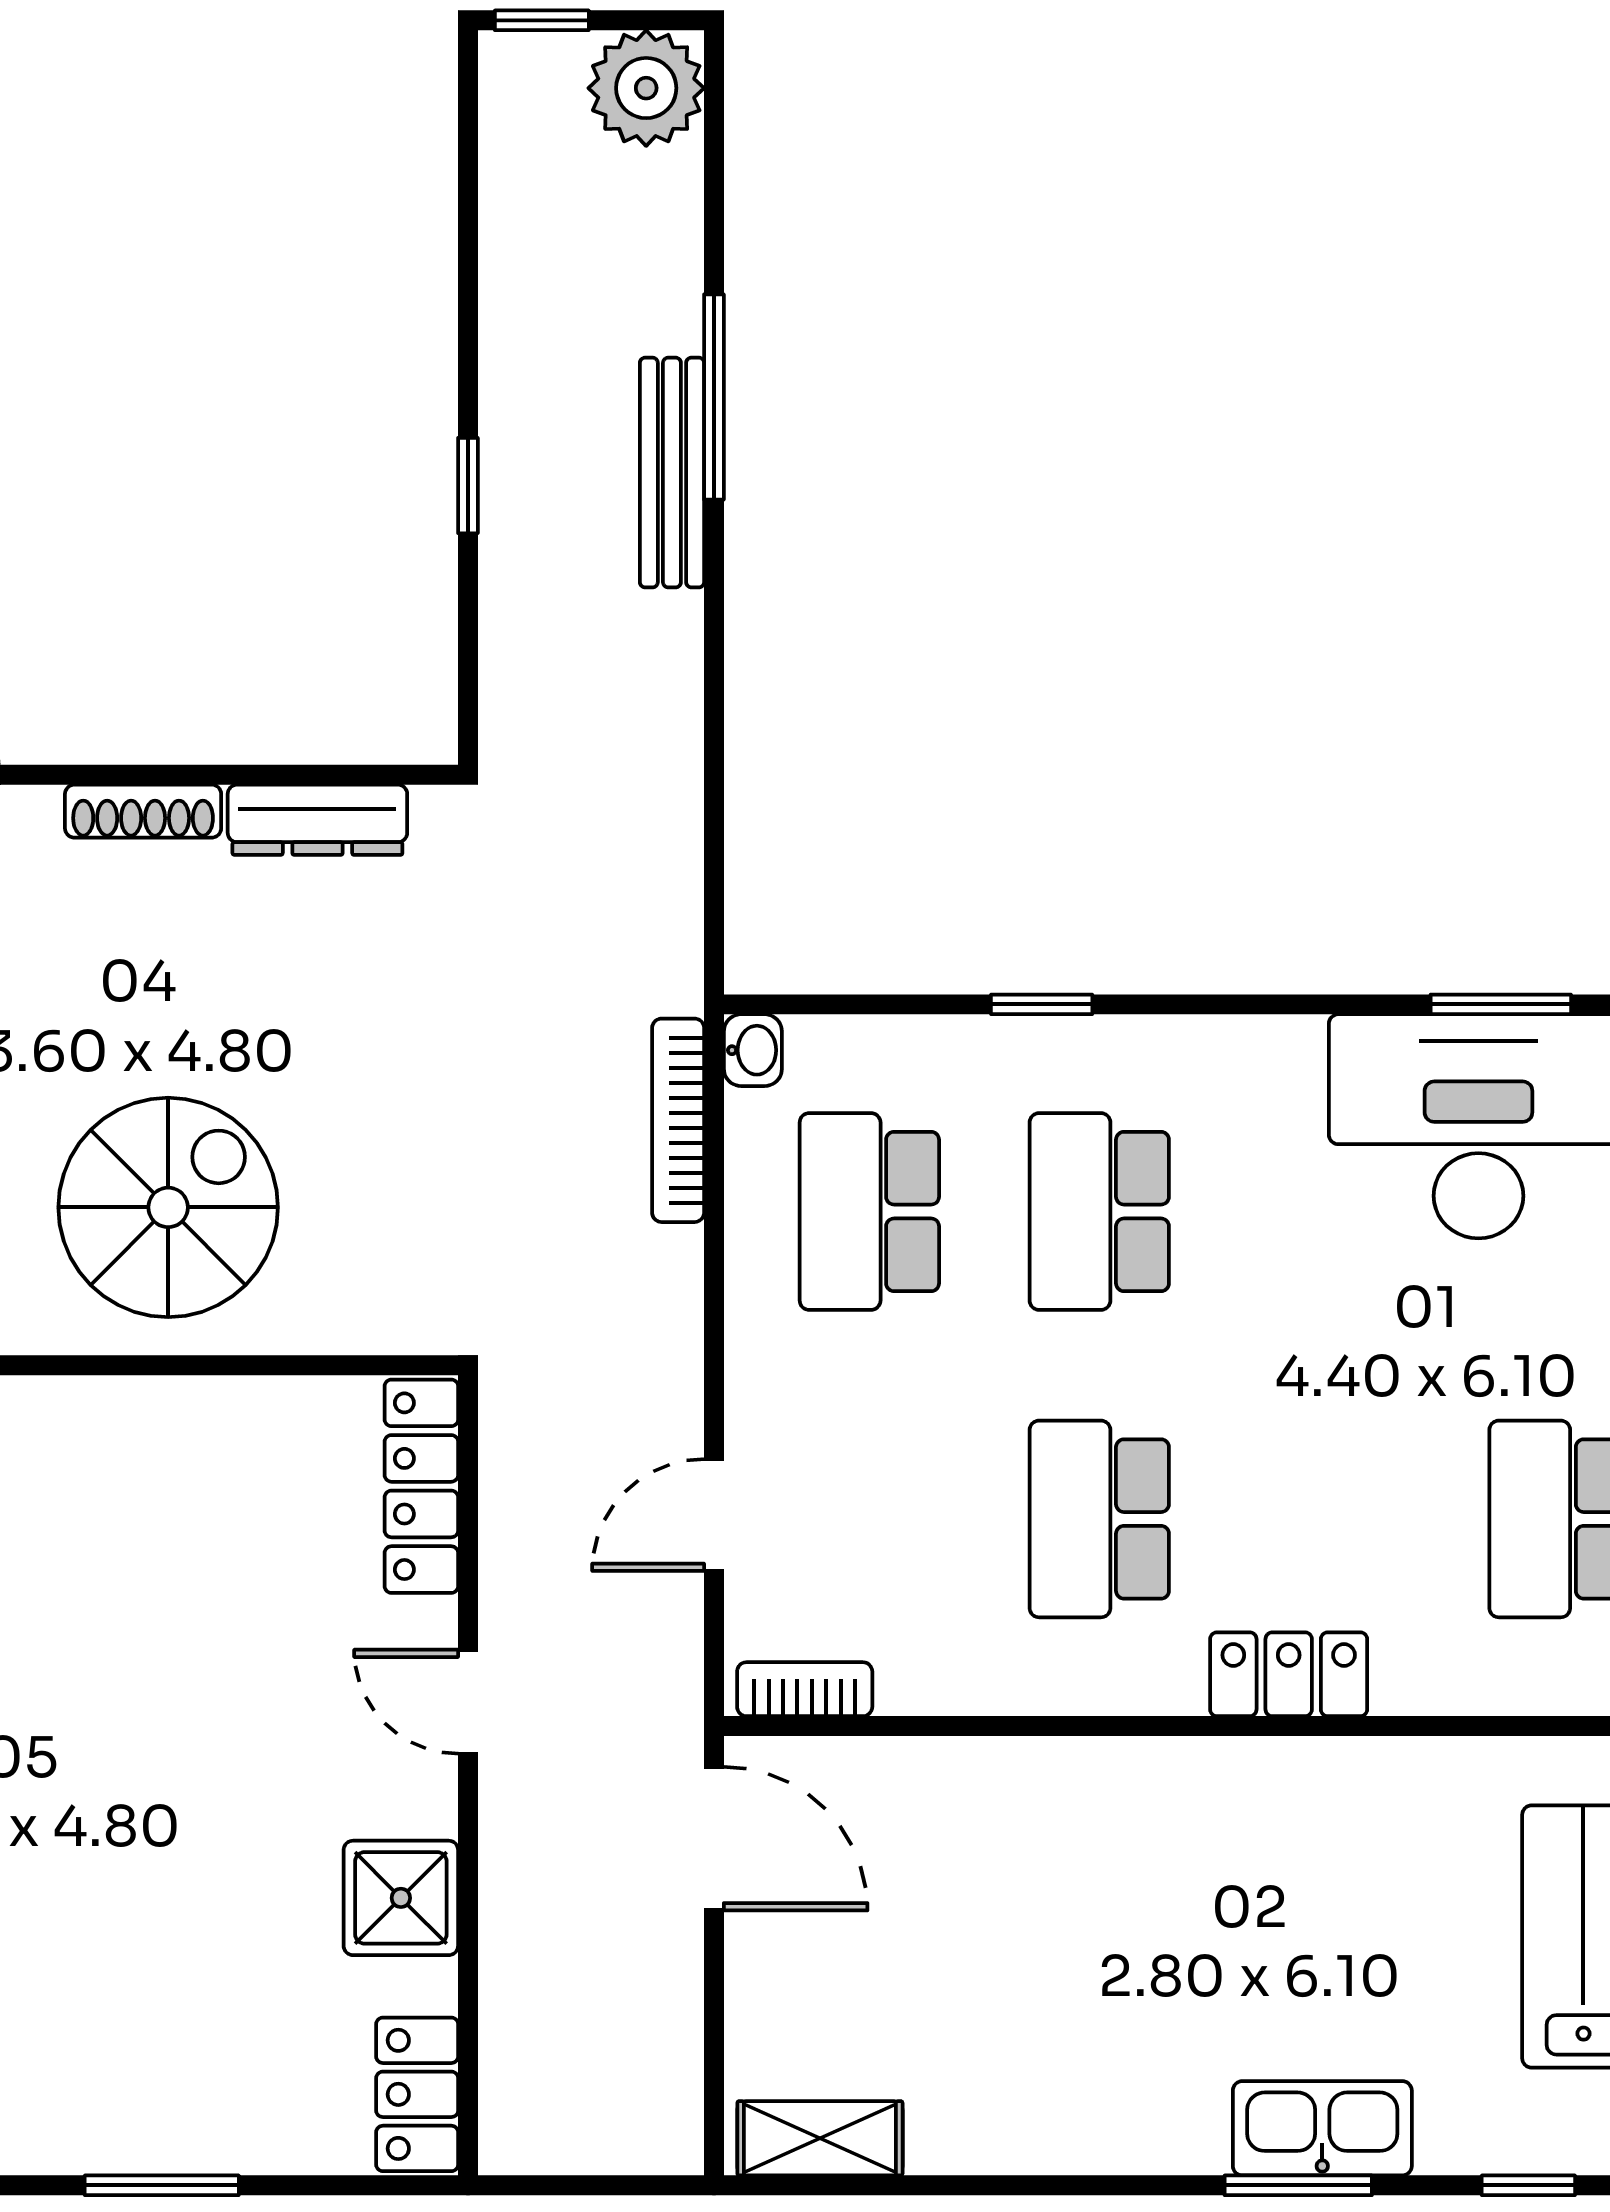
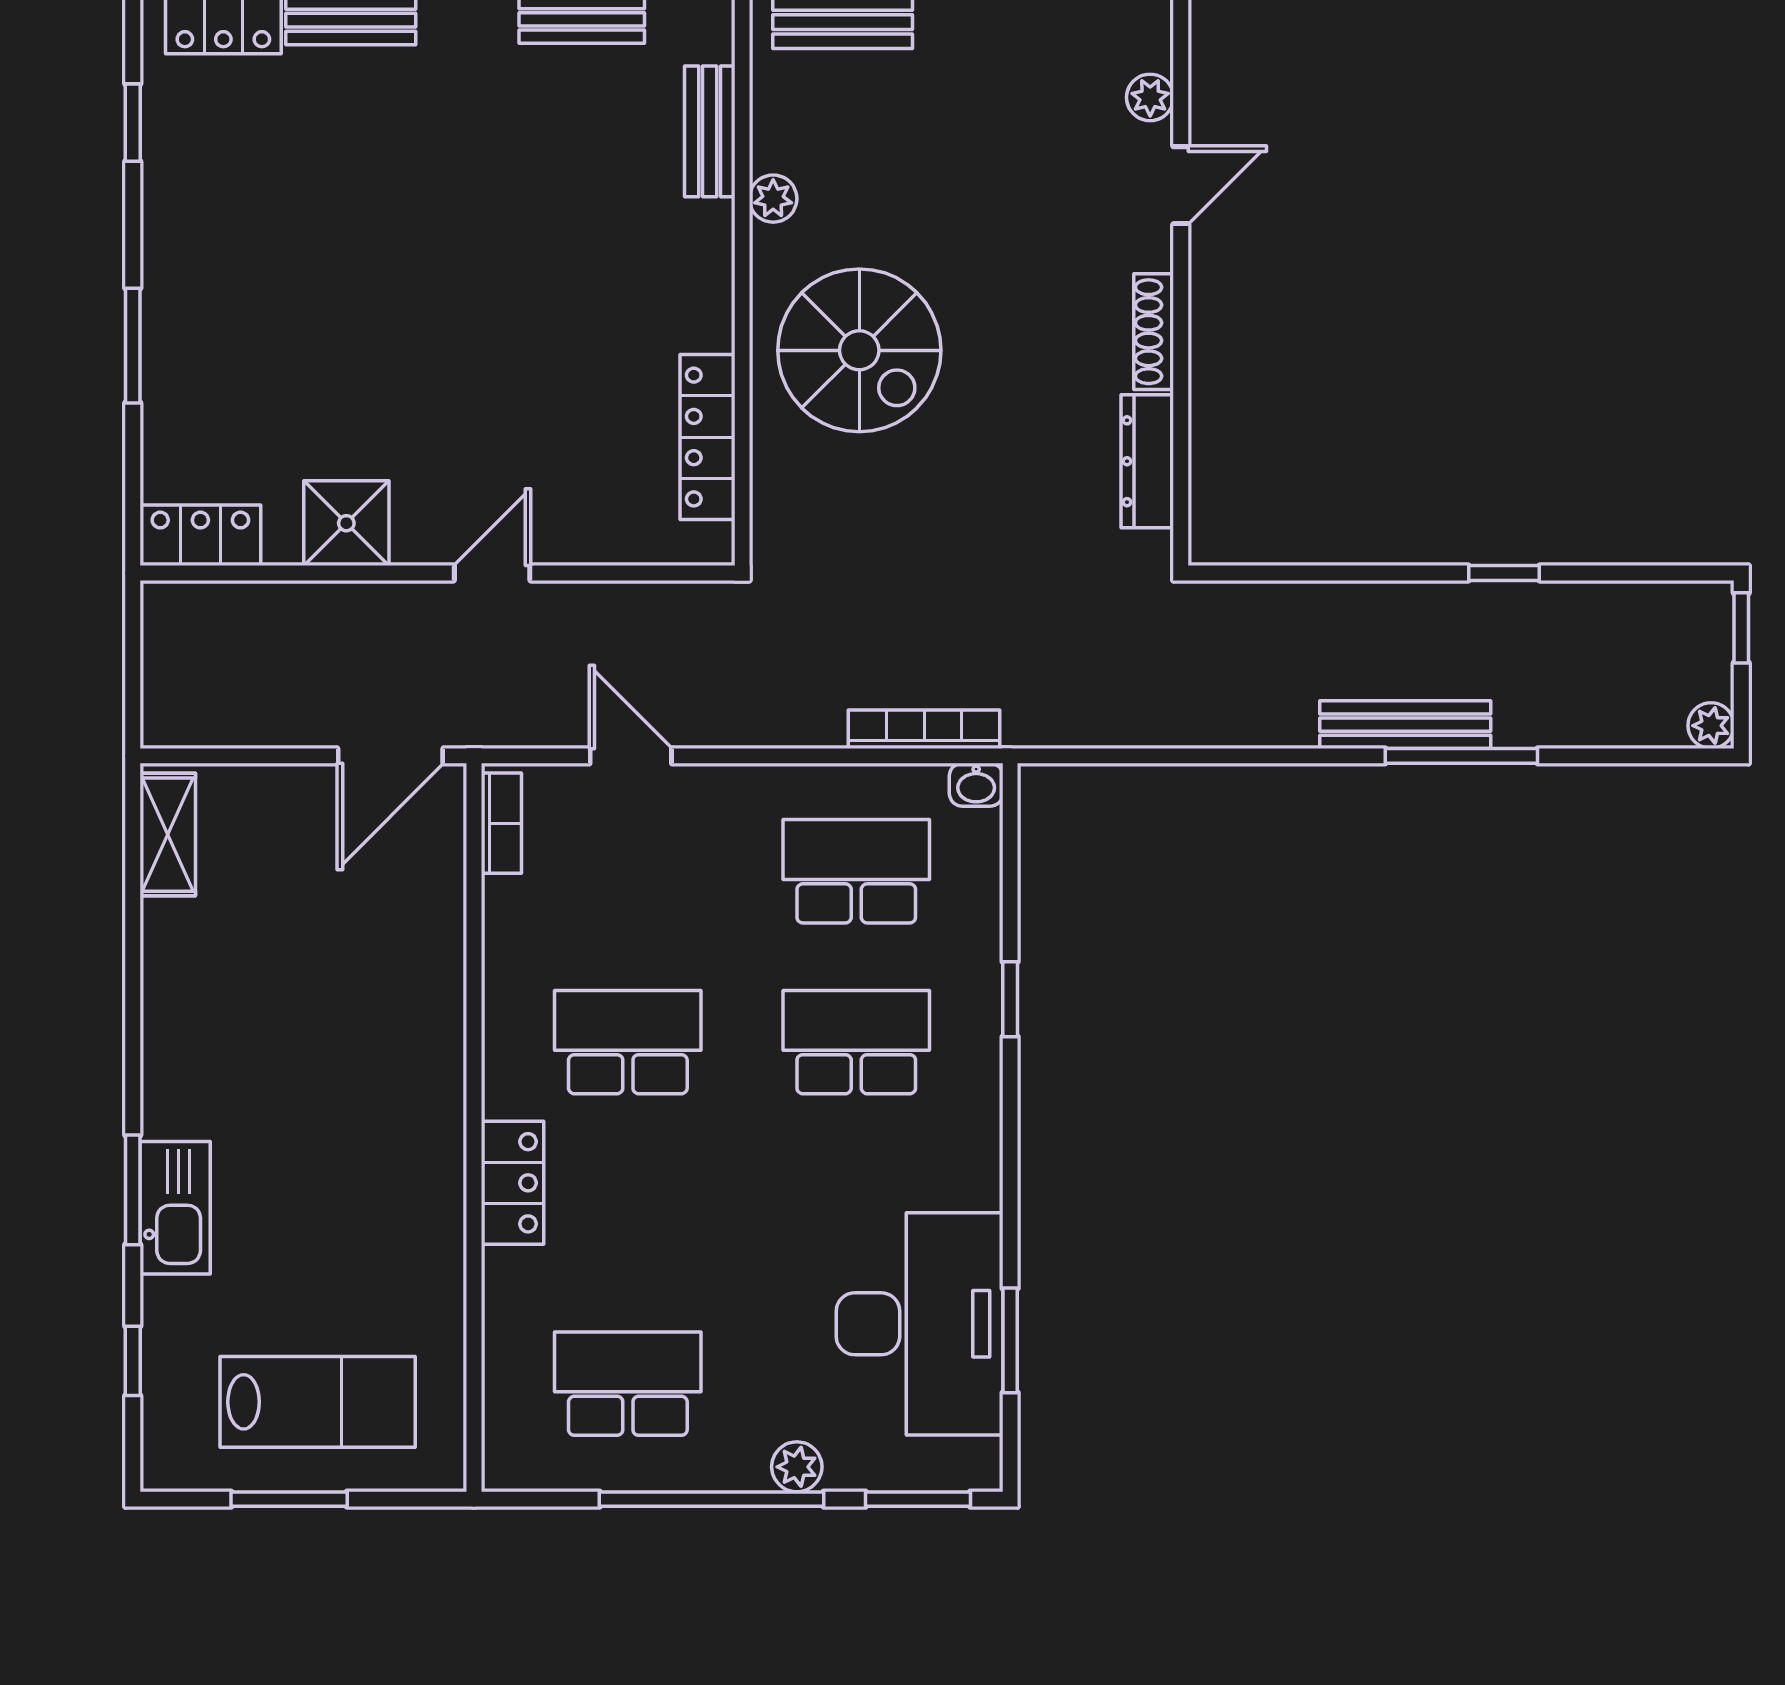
plant: (646, 88) -> (1711, 726), width x0.53, depth x0.53
window: (468, 486) -> (1504, 573), moved
locker: (421, 1486) -> (707, 437), moved, turned -90

